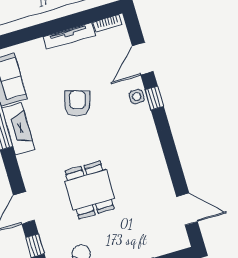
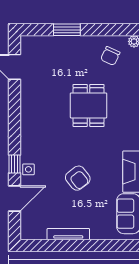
bookcase: (107, 23) -> (35, 235), removed
armchair: (77, 103) -> (78, 178), turned -54

